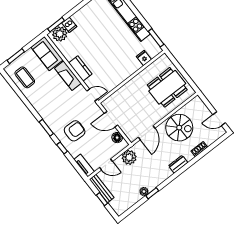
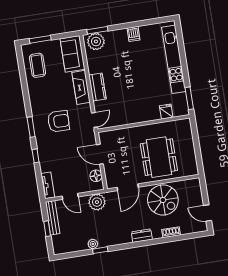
dishwasher: (69, 25) -> (134, 34), moved
dining table: (167, 87) -> (159, 157), moved, turned 90
door: (92, 95) -> (95, 120), hinge flipped
armchair: (75, 131) -> (59, 121), moved

